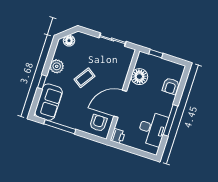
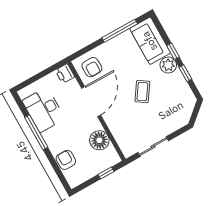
floor lamp: (69, 41) -> (187, 108), removed
window: (49, 62) -> (185, 73), added
plant: (57, 66) -> (168, 65), moved

